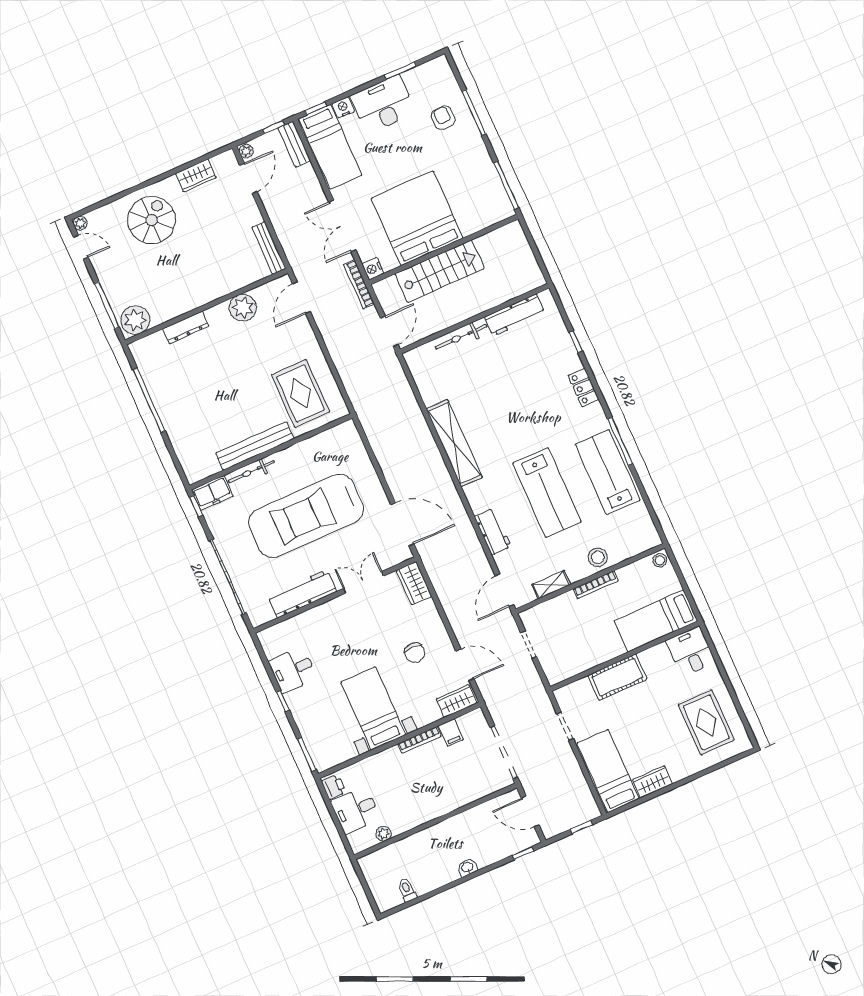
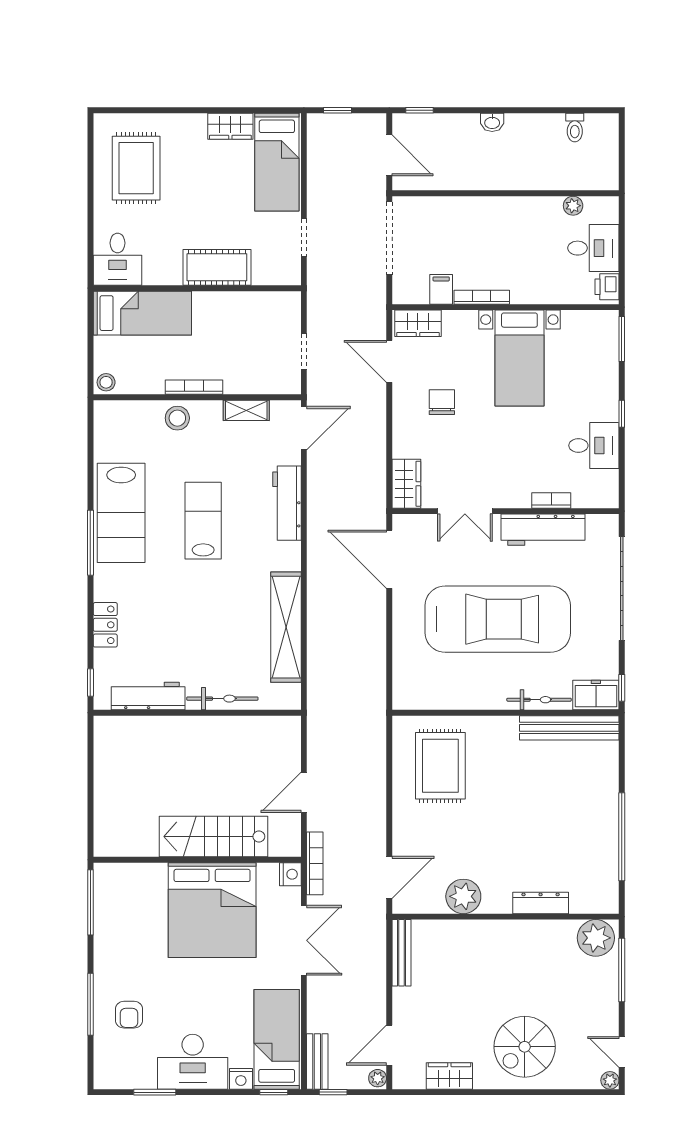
workbench: (515, 315) -> (148, 696), moved
wall: (475, 319) -> (197, 713), moved
bicycle: (461, 337) -> (222, 699), moved
bench: (255, 446) -> (569, 728), moved
lab bench: (547, 493) -> (203, 521), width x0.73, depth x0.72
workbench: (493, 532) -> (287, 503), width x1.38
bookcase: (306, 617) -> (551, 500), added

